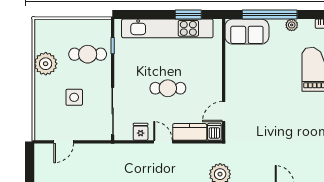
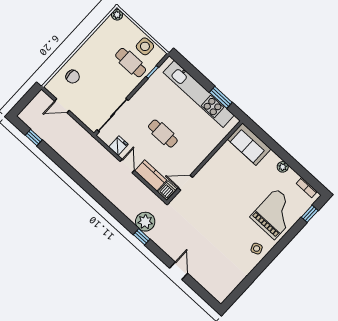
window: (270, 14) -> (274, 147), removed
plant: (46, 64) -> (117, 15), moved, width x0.53, depth x0.53
side table: (74, 97) -> (145, 46), moved
chair: (50, 110) -> (73, 77), added

